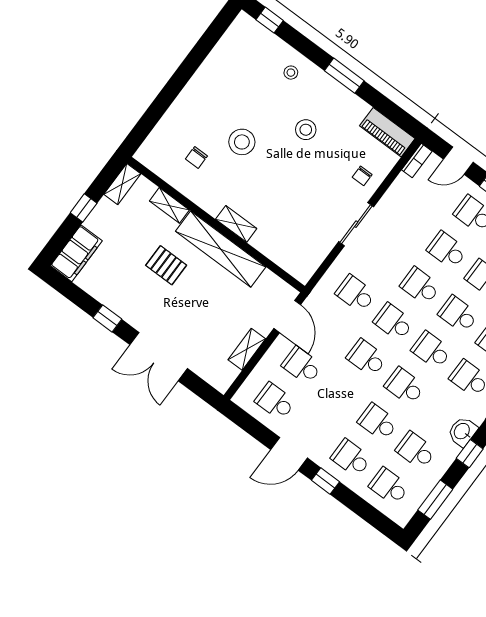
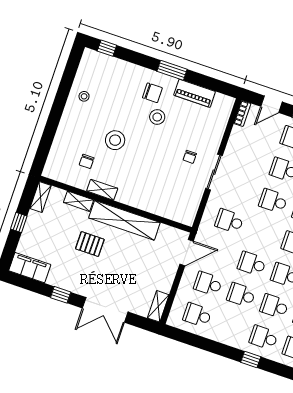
stool: (291, 73) -> (84, 96), moved
chair: (310, 96) -> (152, 93), added
piano: (387, 132) -> (195, 93), moved
chair: (362, 176) -> (190, 157), moved
shelving: (236, 224) -> (102, 190), moved
filing cabinet: (76, 253) -> (30, 268), moved, turned -90
door: (287, 317) -> (187, 253), hinge flipped
school desk: (393, 322) -> (241, 295), moved
shelving: (247, 349) -> (158, 306), moved
door: (289, 454) -> (219, 349), removed

